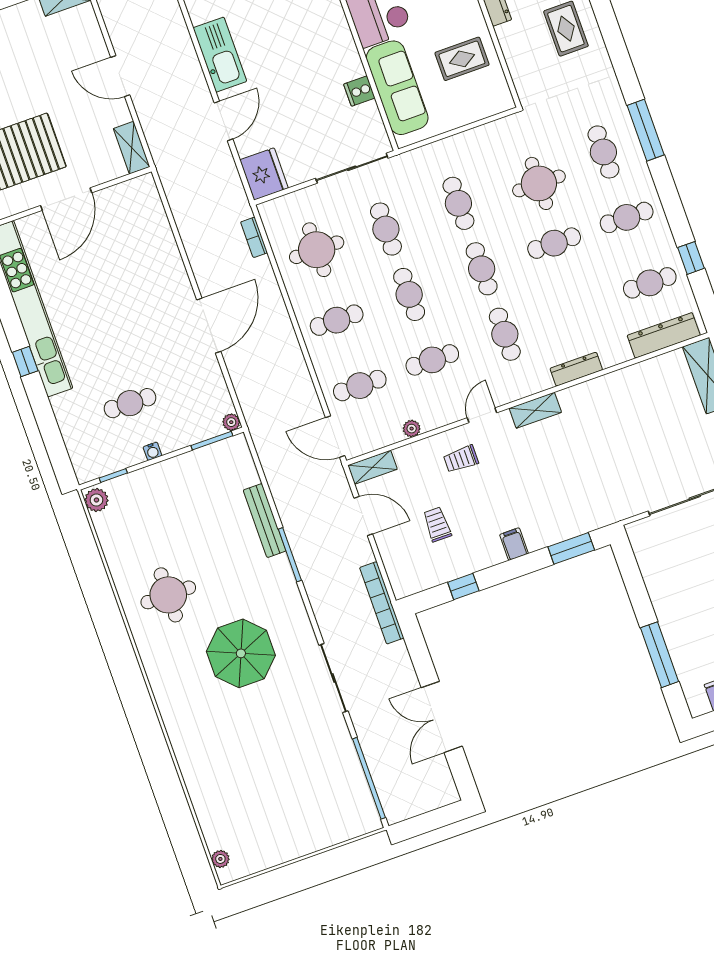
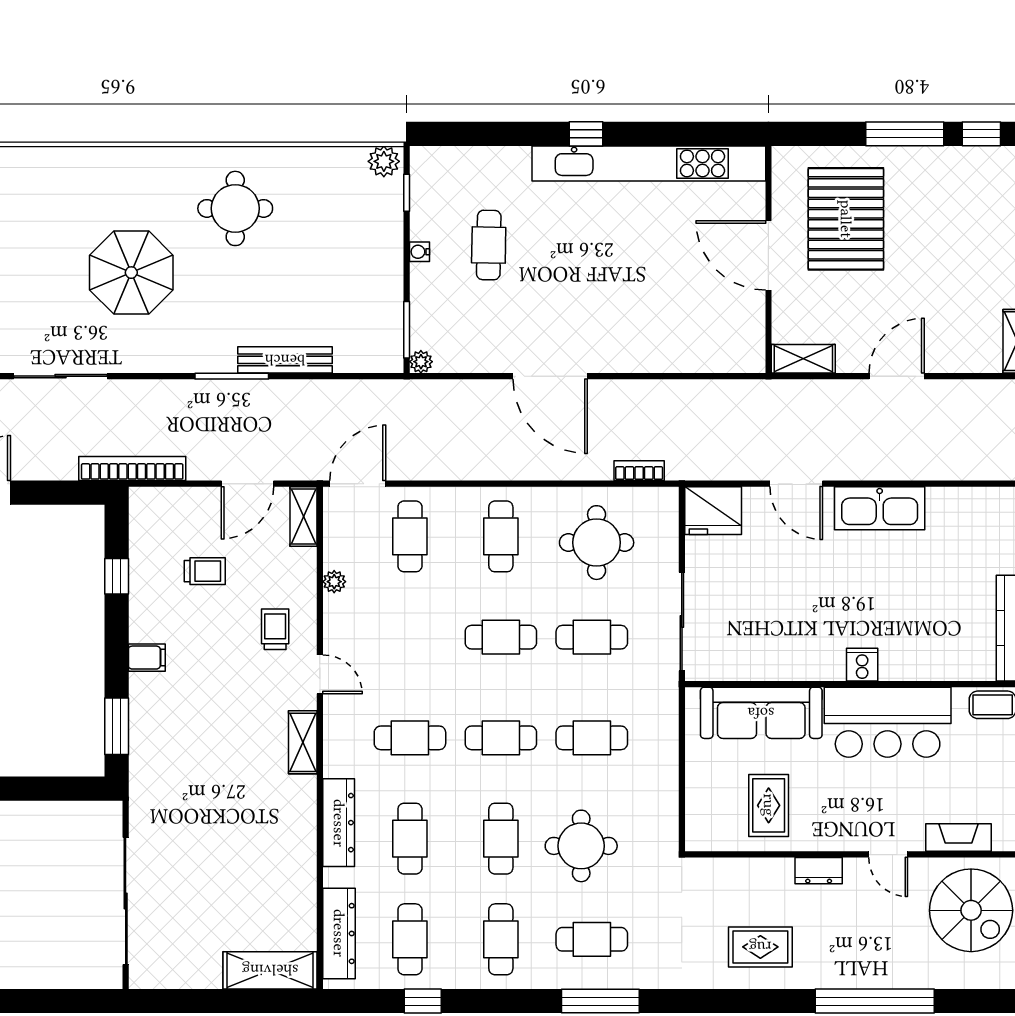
cooker: (359, 91) -> (862, 665), moved
cafe table: (432, 360) -> (410, 839), moved
dresser: (576, 369) -> (339, 823), width x1.37, depth x1.24

